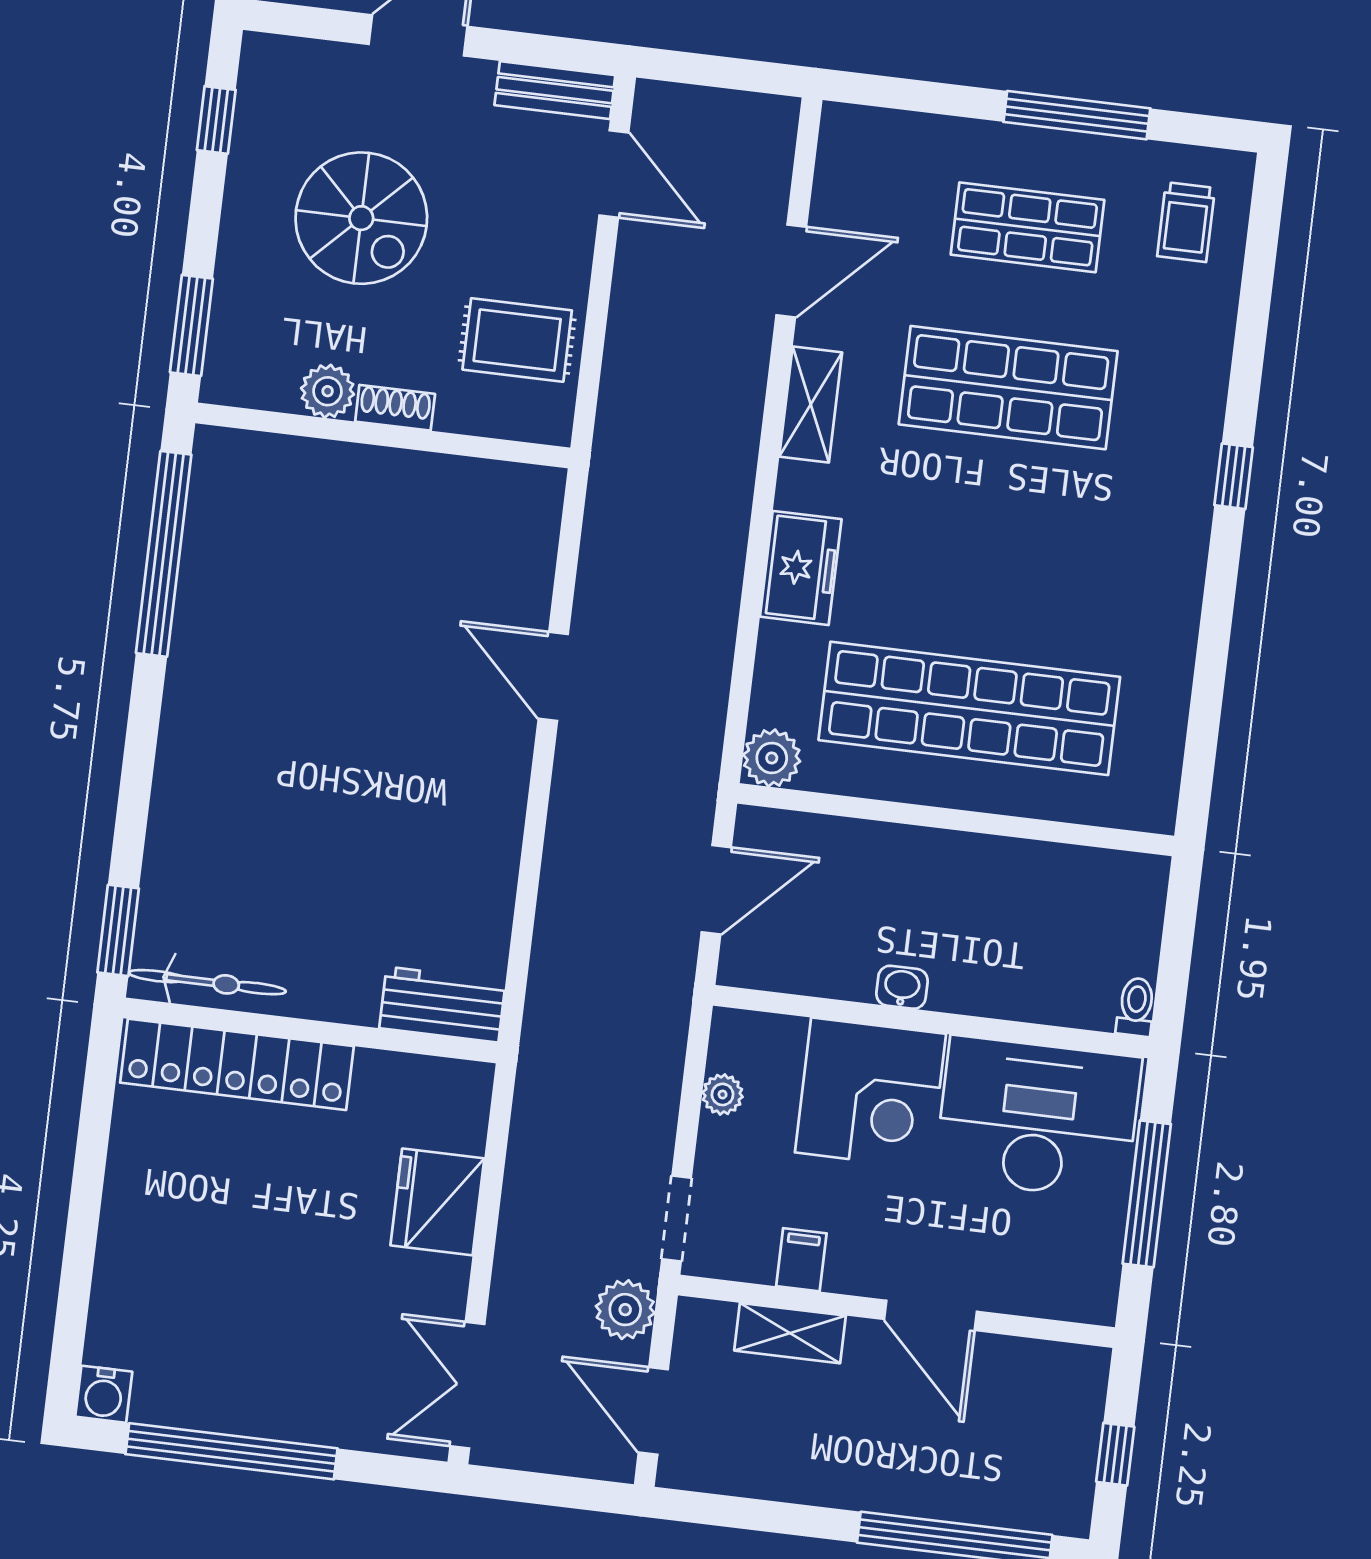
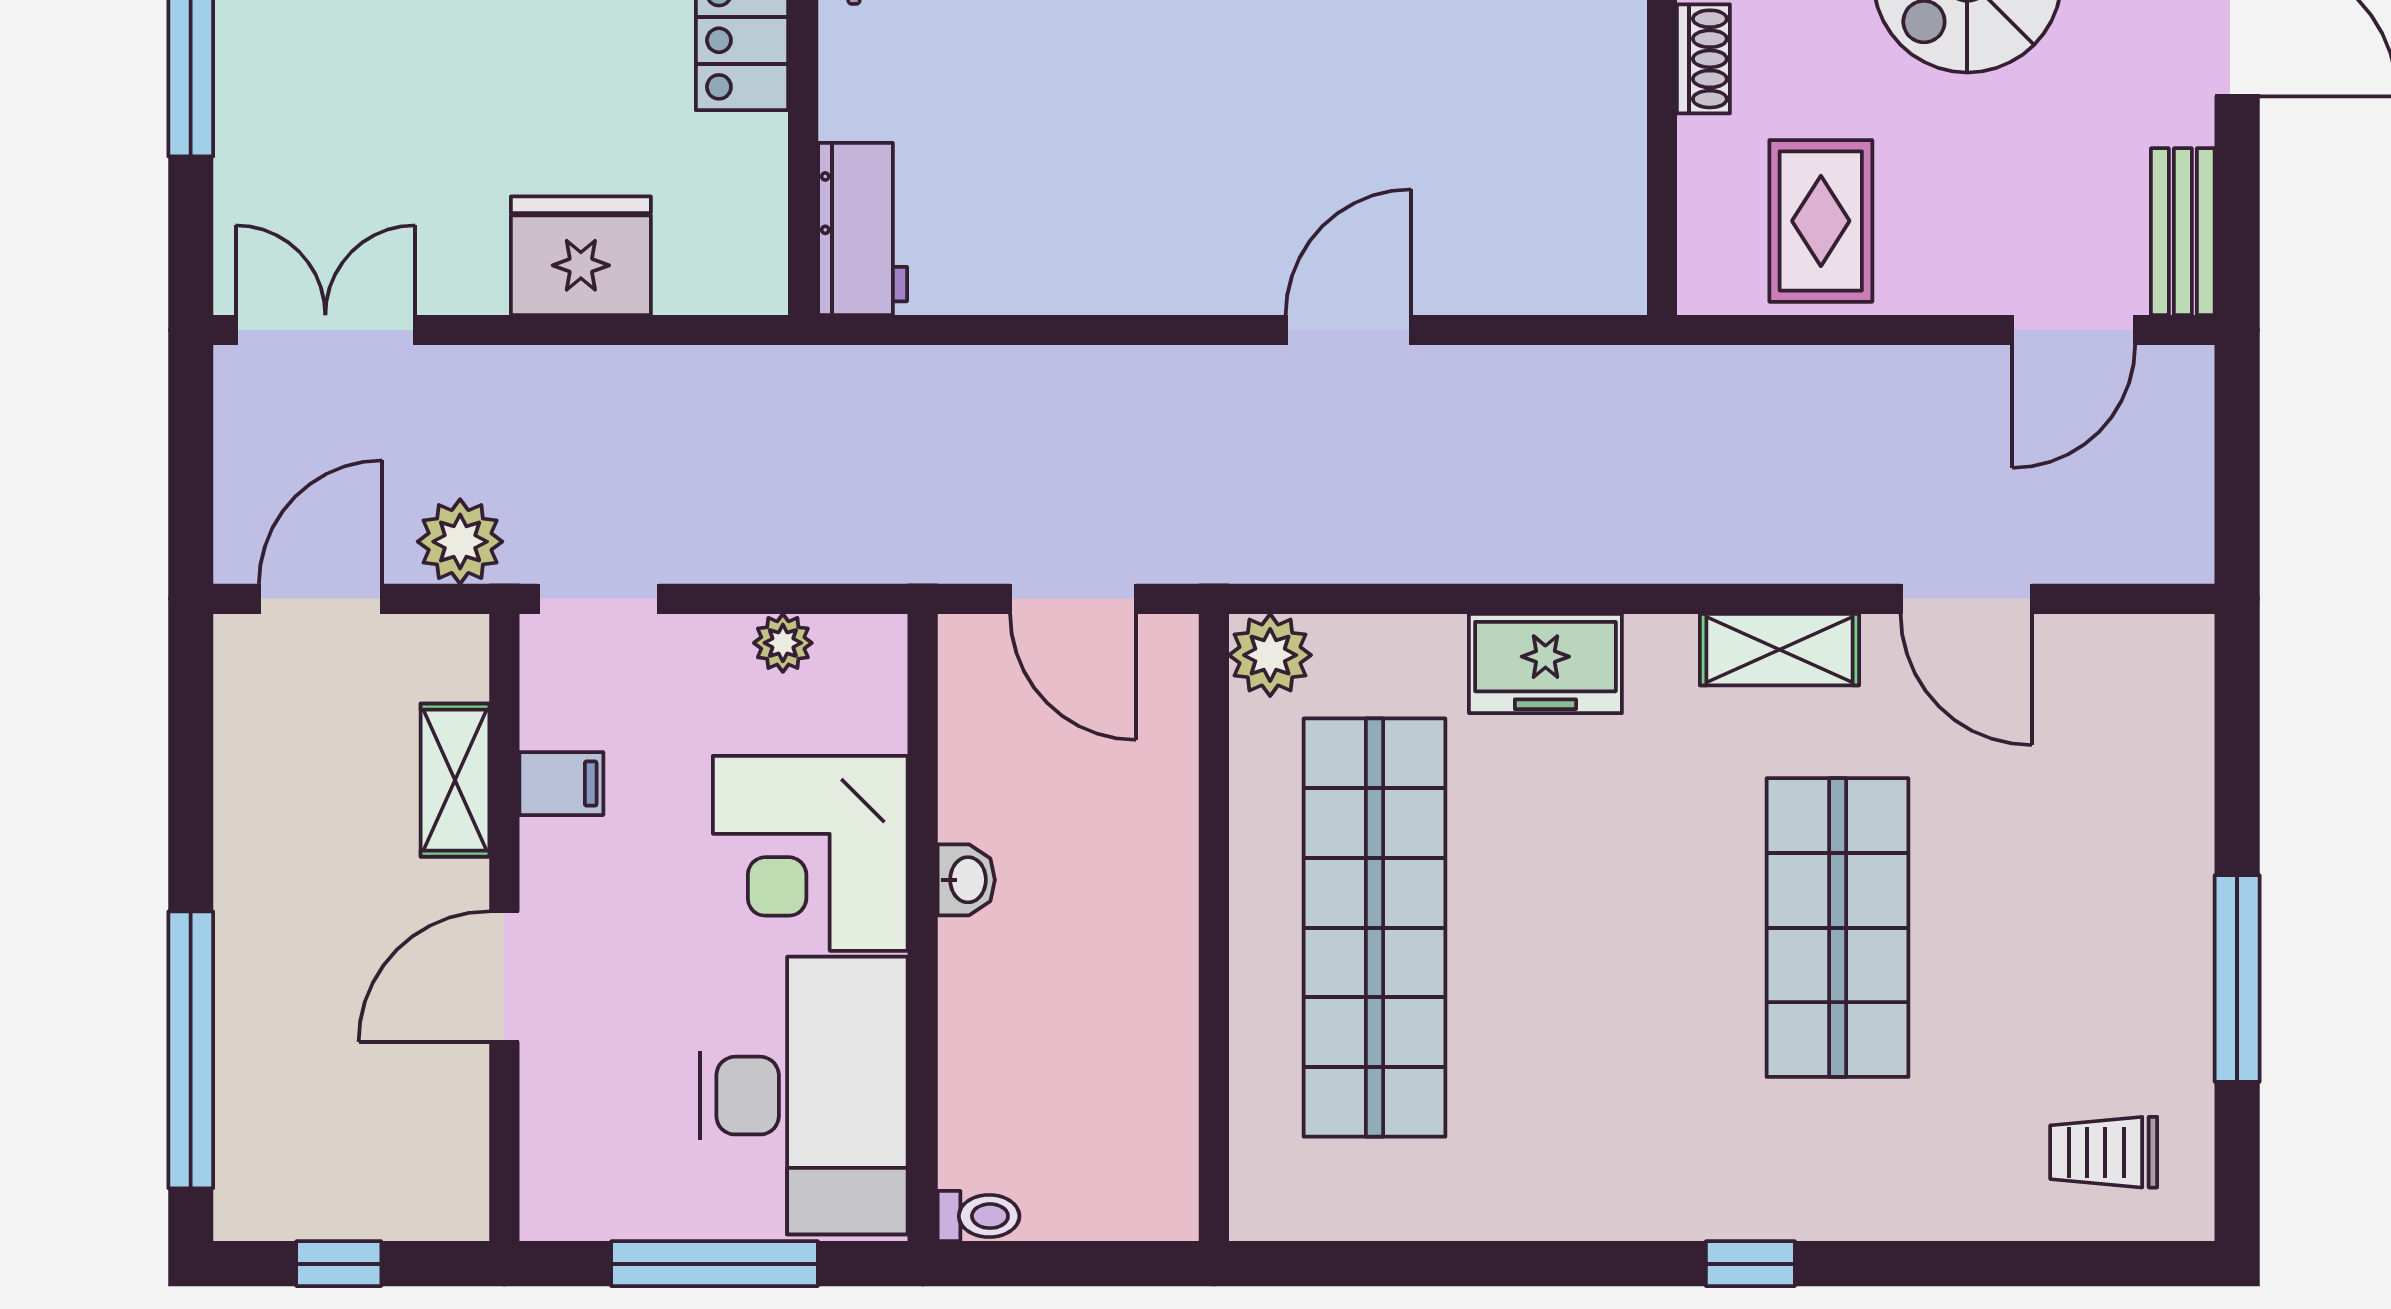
shop shelf: (1027, 227) -> (2069, 928), removed

